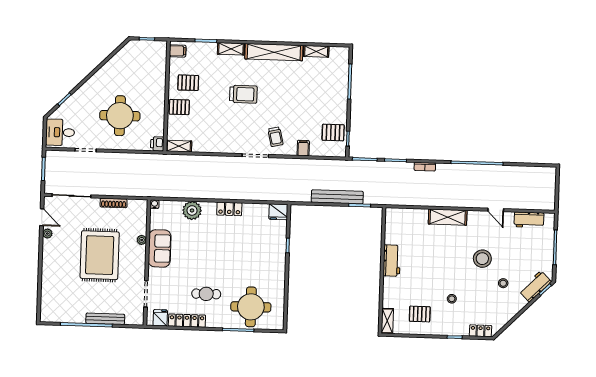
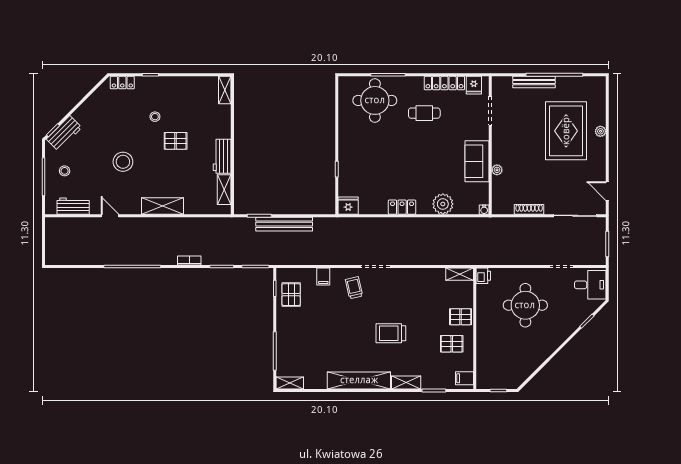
shelving: (316, 51) -> (290, 383), moved
pallet: (333, 132) -> (291, 295), turned 90
shelving: (391, 230) -> (224, 190), added
plant: (47, 234) -> (600, 131), moved
rug: (100, 255) -> (566, 131), moved
stool: (503, 283) -> (65, 171), moved
pallet: (420, 314) -> (176, 141), moved

